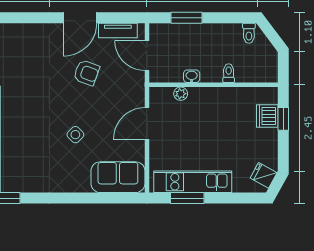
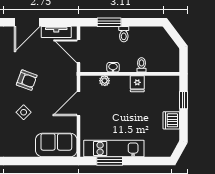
toilet: (249, 33) -> (124, 34), moved
armchair: (86, 73) -> (27, 80), moved
dishwasher: (267, 116) -> (171, 120), moved
fridge: (264, 175) -> (137, 84), moved, turned -119

